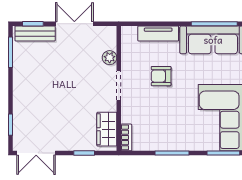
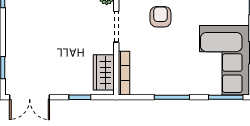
armchair: (161, 76) -> (161, 17), turned 90
bookcase: (126, 137) -> (124, 73), width x1.56

